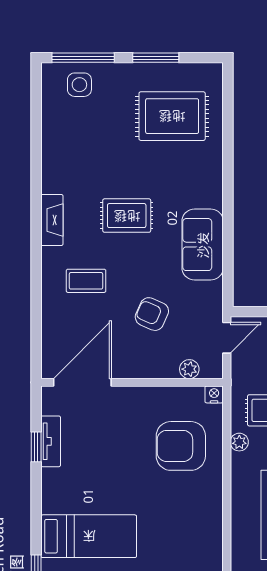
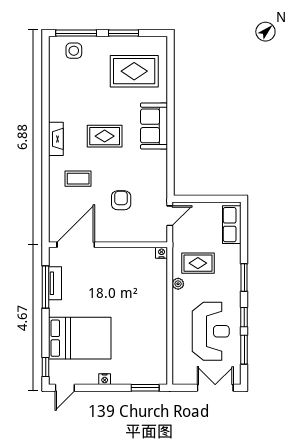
sofa: (203, 245) -> (154, 126), moved
armchair: (152, 314) -> (121, 200), turned 66
plant: (189, 369) -> (145, 236), removed
armchair: (181, 446) -> (140, 286), removed
window: (36, 447) -> (46, 287), width x2.17
bed: (89, 536) -> (80, 338), width x1.50

